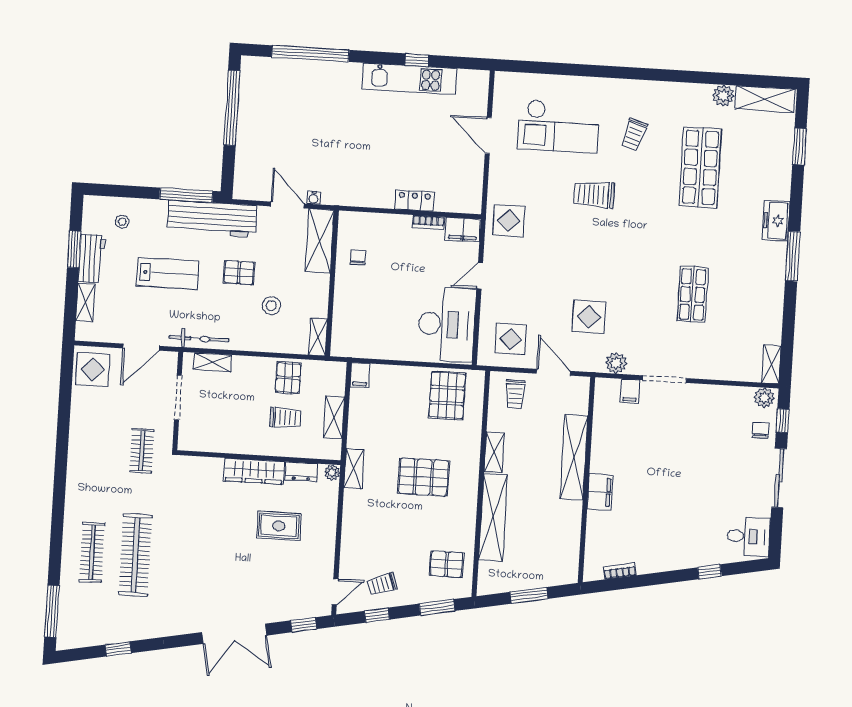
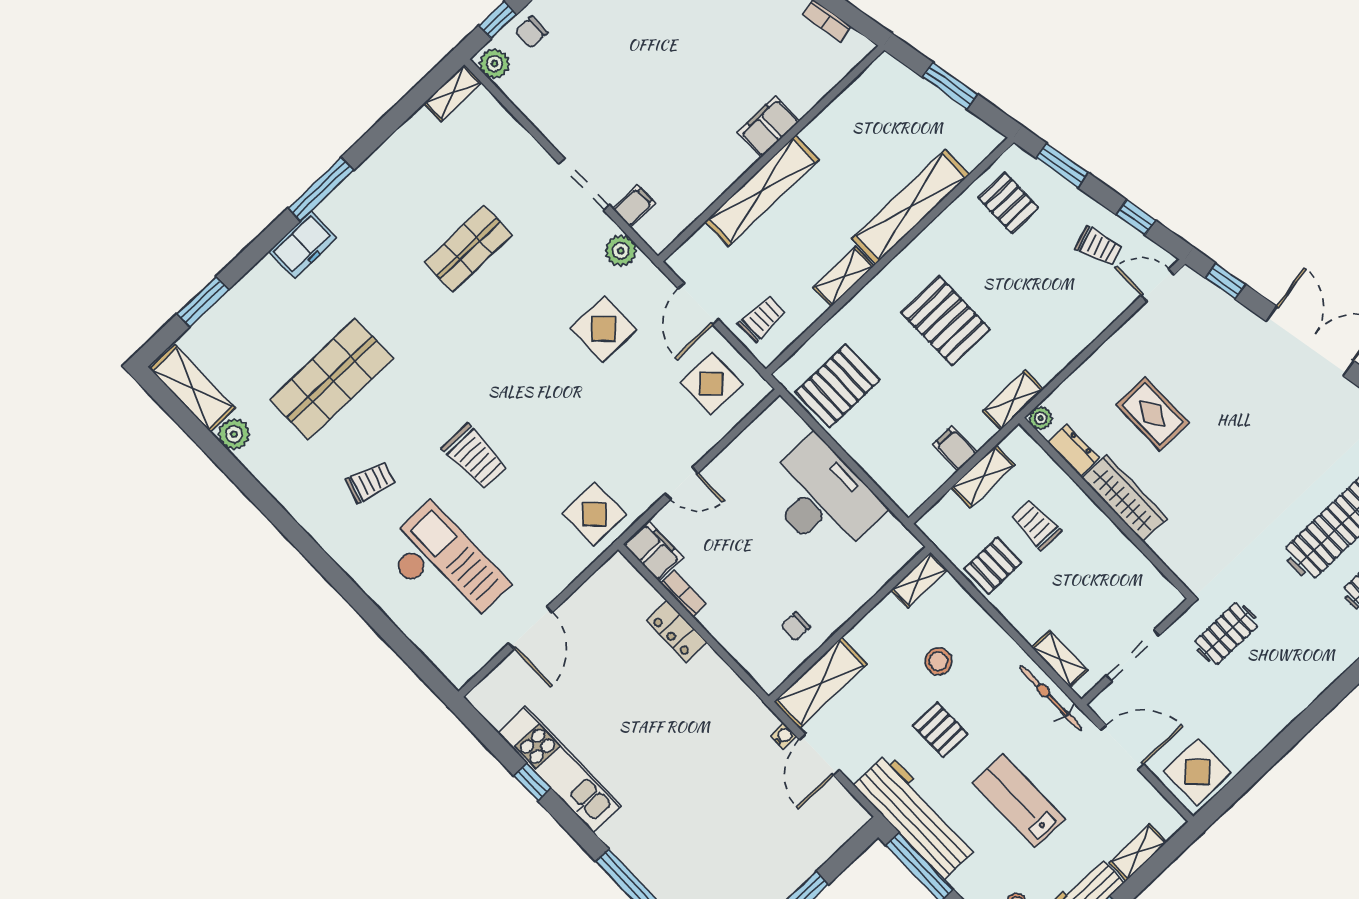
desk: (447, 324) -> (822, 498), moved, turned 90
filing cabinet: (360, 375) -> (955, 448), moved, turned -90

